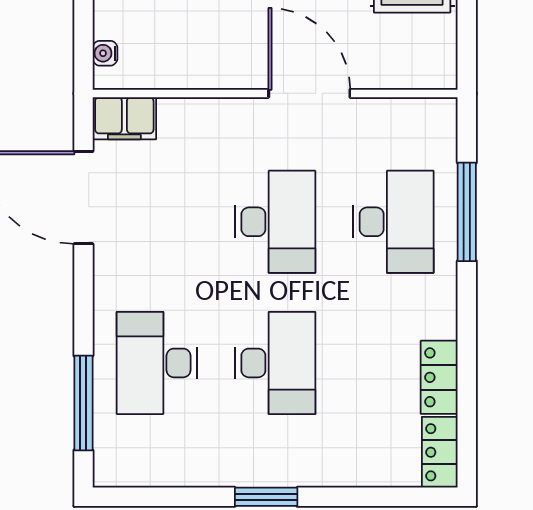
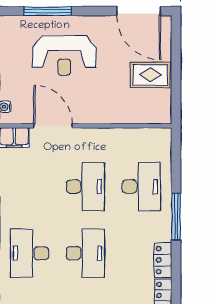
door: (309, 93) -> (53, 126), moved
window: (467, 212) -> (176, 216), moved

